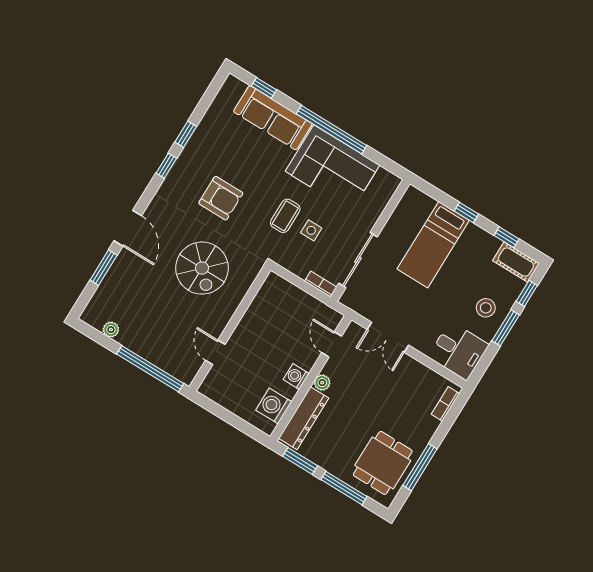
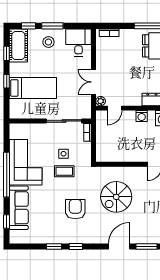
cot: (516, 262) -> (18, 45), width x1.37, depth x1.34
spiral stairs: (202, 268) -> (116, 197), turned 180
double door: (388, 337) -> (94, 82), swing flipped
plant: (322, 383) -> (101, 101), moved

